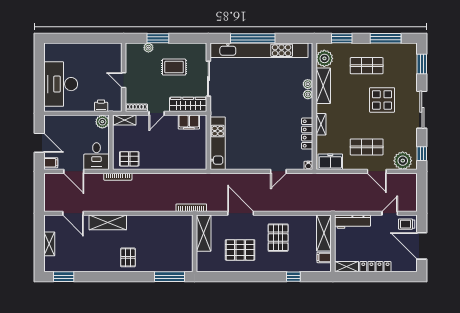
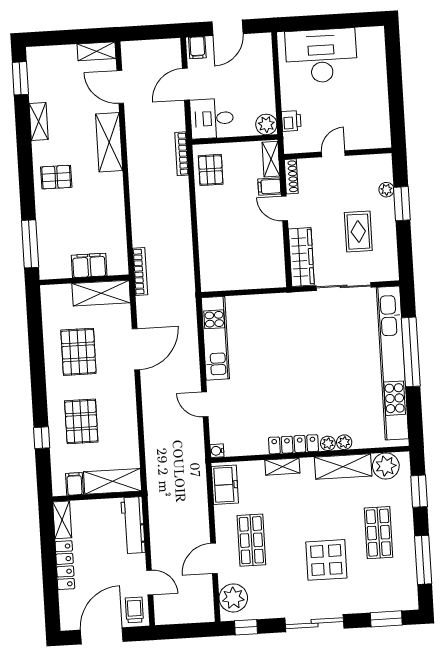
filing cabinet: (189, 122) -> (269, 187), moved, width x0.50
locker: (307, 134) -> (294, 444), moved
kitchen unit: (218, 143) -> (215, 338), moved, turned -90
door: (73, 213) -> (120, 87), hinge flipped
pallet: (278, 238) -> (81, 421), moved, turned 90
filing cabinet: (185, 240) -> (89, 265), added
shelving: (49, 244) -> (97, 51), moved
shelving: (92, 267) -> (39, 121), added

